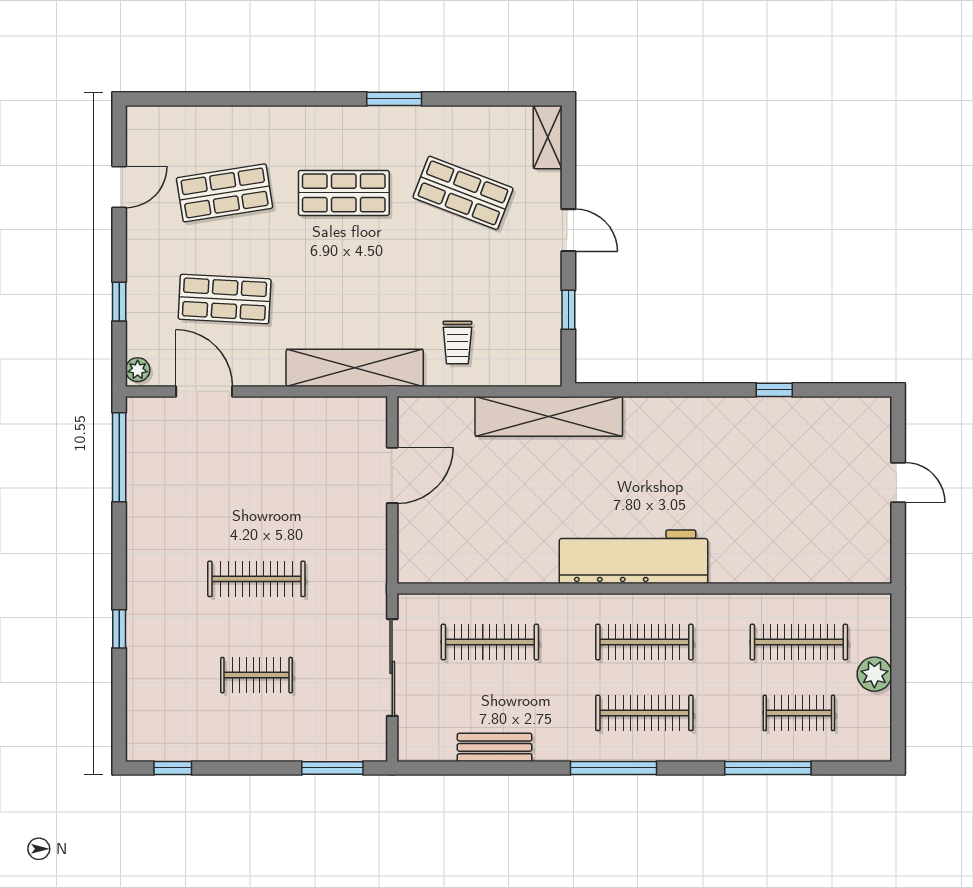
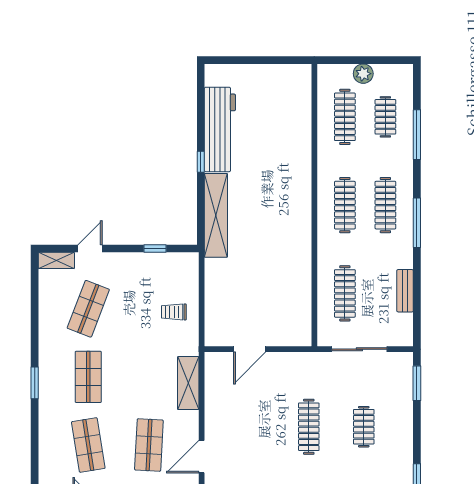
window: (394, 99) -> (35, 383), moved
door: (568, 230) -> (90, 249), moved
trolley: (457, 343) -> (174, 312), turned 180
shelving: (355, 368) -> (188, 383), width x0.68
window: (774, 390) -> (201, 162), moved
shelving: (549, 416) -> (216, 215), moved
door: (392, 475) -> (250, 349), swing flipped
door: (898, 482) -> (254, 60), removed
workbench: (633, 557) -> (220, 129), moved, turned 180

